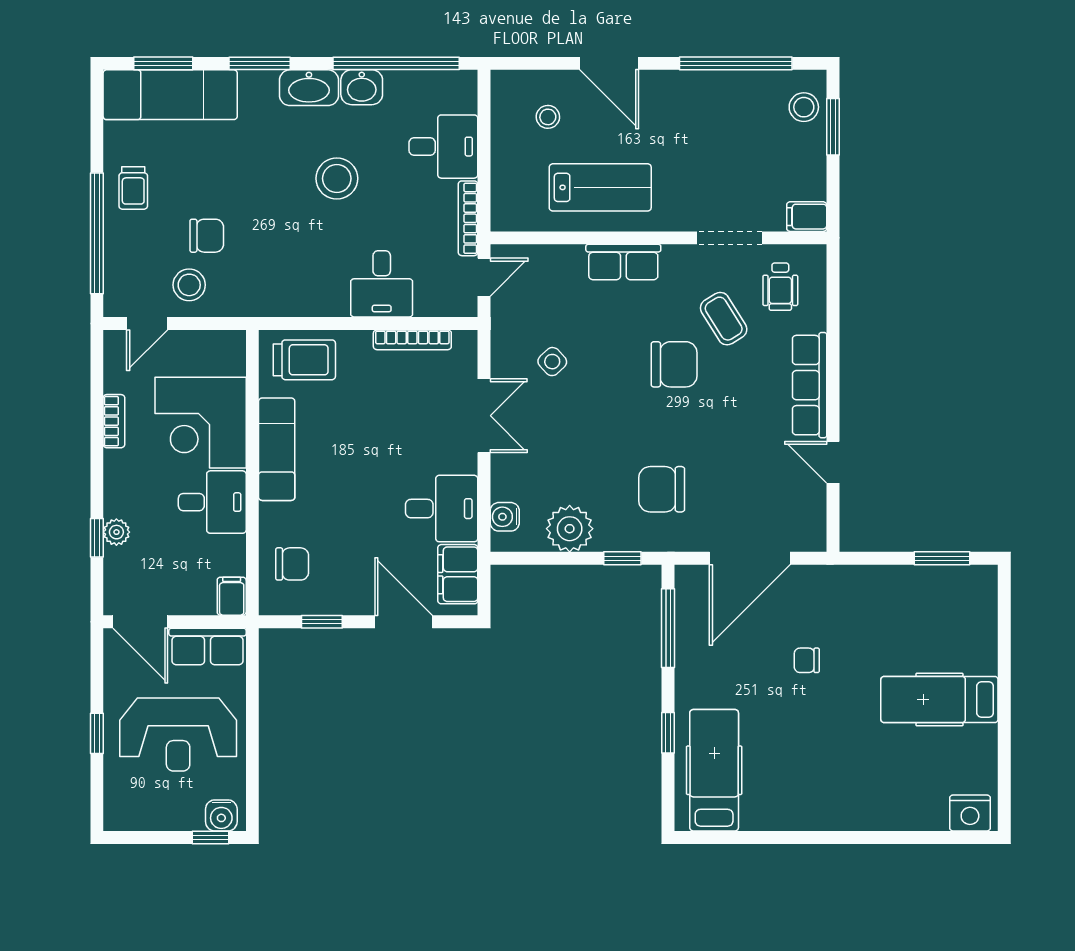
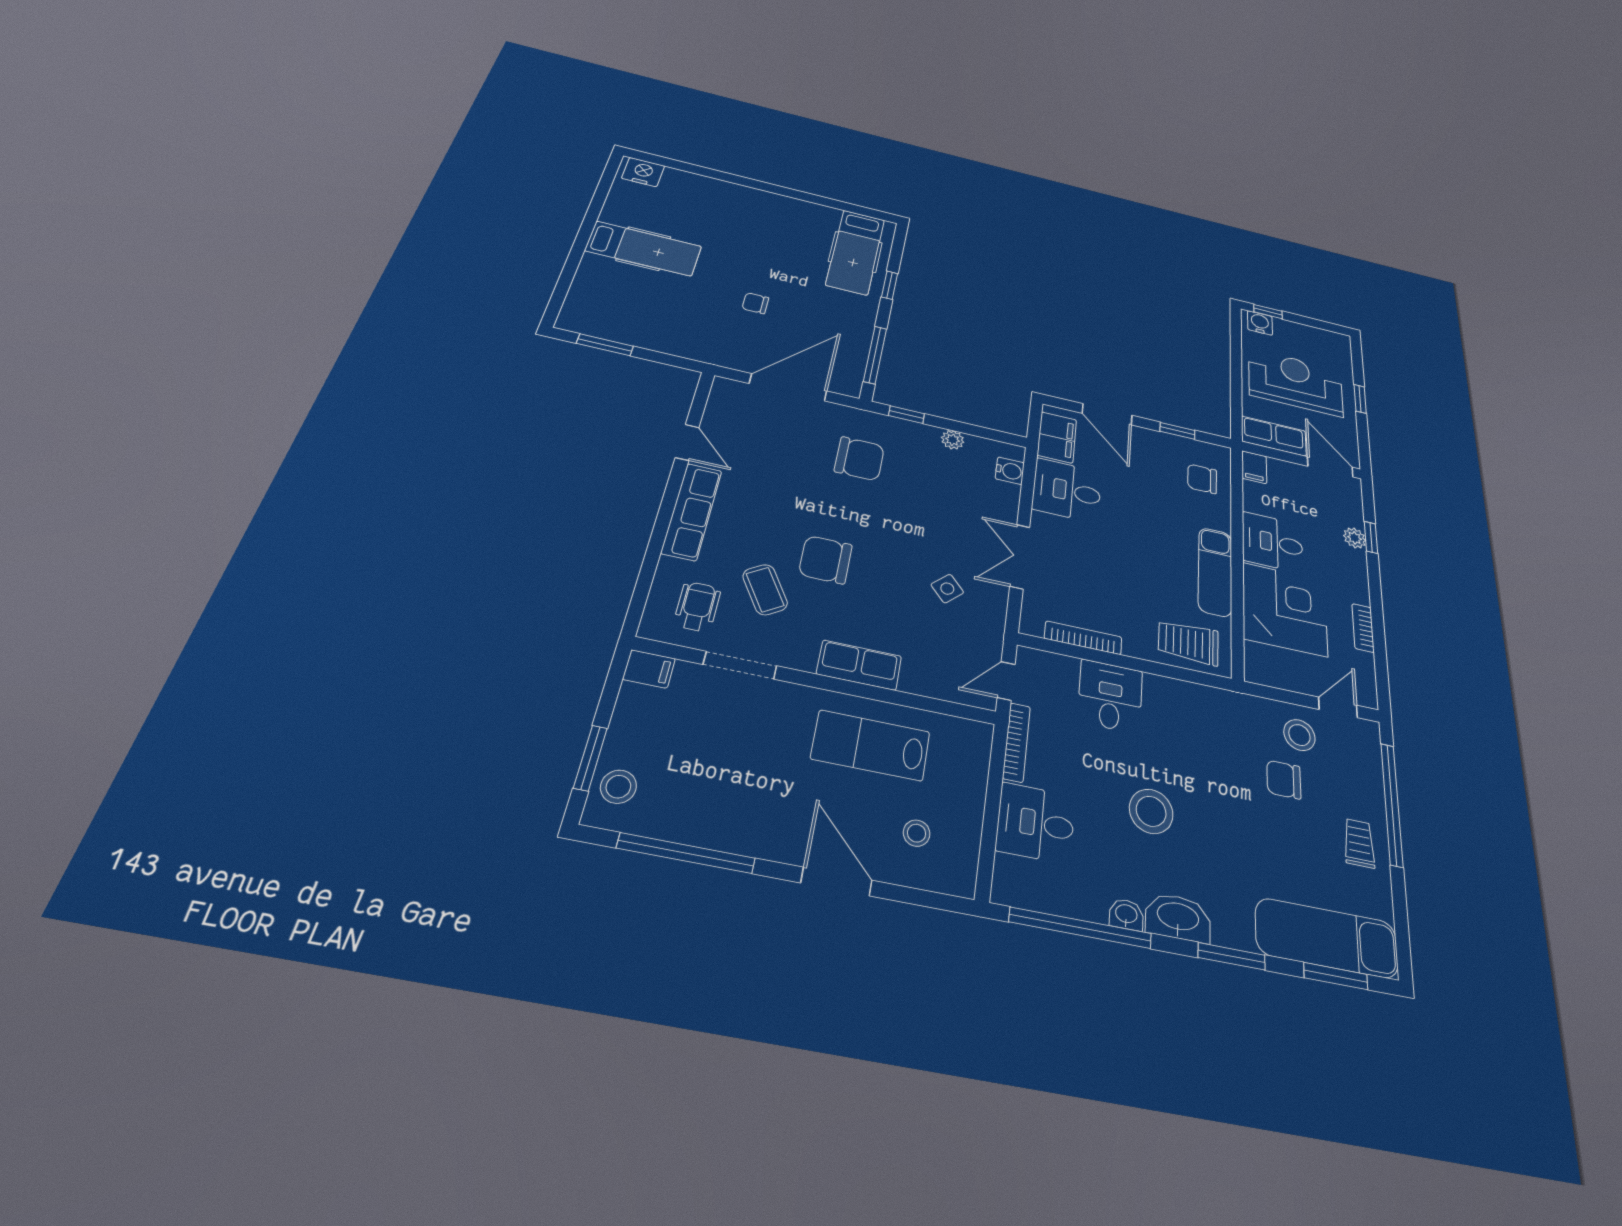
washbasin: (362, 87) -> (1126, 915), width x0.72, depth x0.69
plant: (570, 529) -> (953, 440), width x0.53, depth x0.53
chair: (807, 660) -> (755, 303), turned 180

